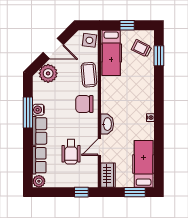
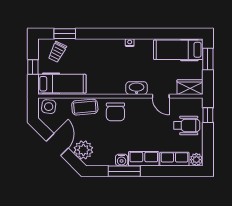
wheelchair: (71, 152) -> (187, 125), moved

